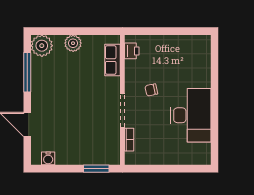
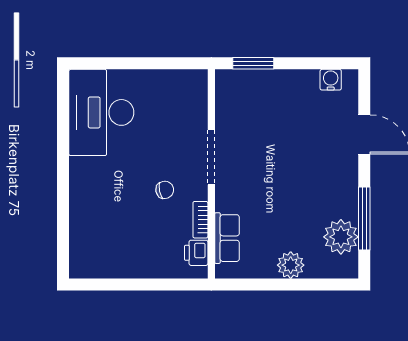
plant: (42, 46) -> (341, 237), moved
desk: (191, 115) -> (101, 112), moved
bookcase: (129, 140) -> (200, 220), moved

